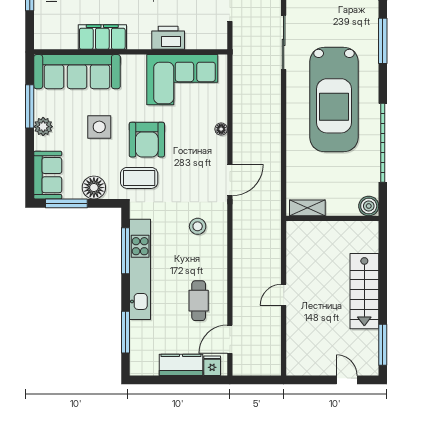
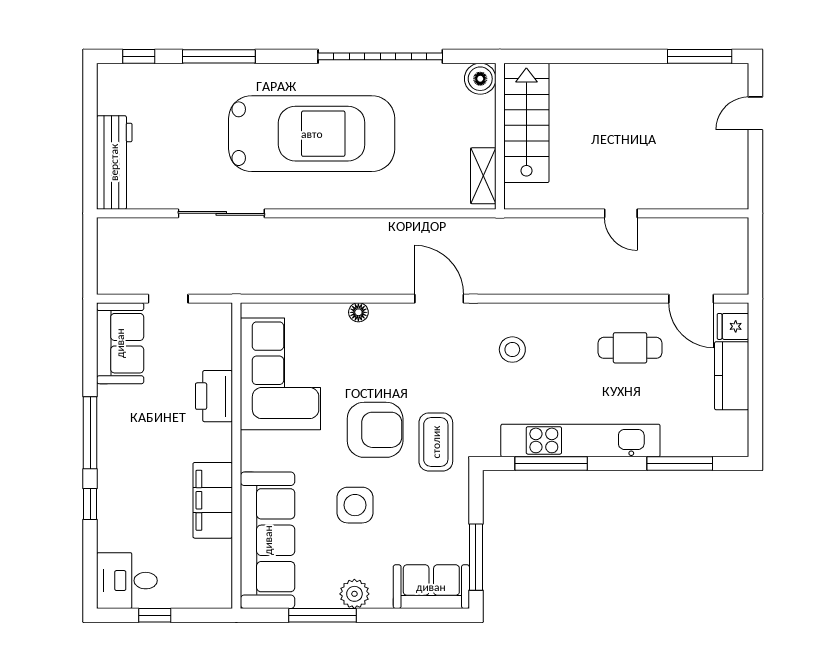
floor lamp: (94, 188) -> (451, 514), removed
stairs: (364, 291) -> (526, 123), moved, turned -90

